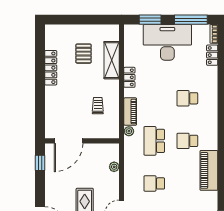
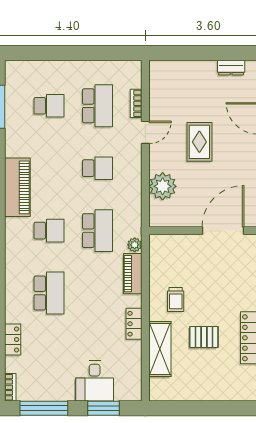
desk: (167, 42) -> (95, 381), width x0.53, depth x0.77
pallet: (84, 54) -> (204, 337), moved, turned 90
locker: (212, 55) -> (13, 339), moved
school desk: (187, 98) -> (49, 293), width x1.85
trolley: (98, 106) -> (176, 300), moved
plant: (114, 167) -> (163, 186), width x1.87, depth x1.87

